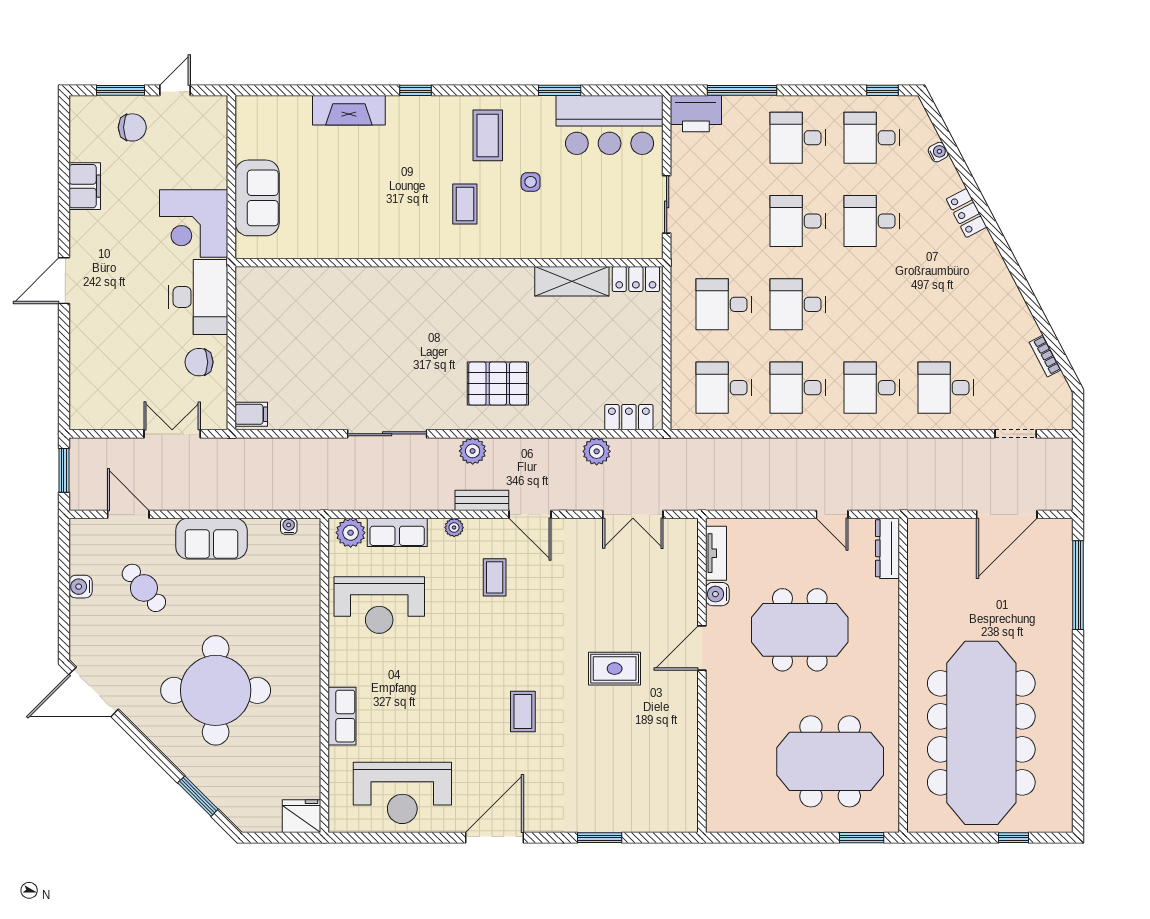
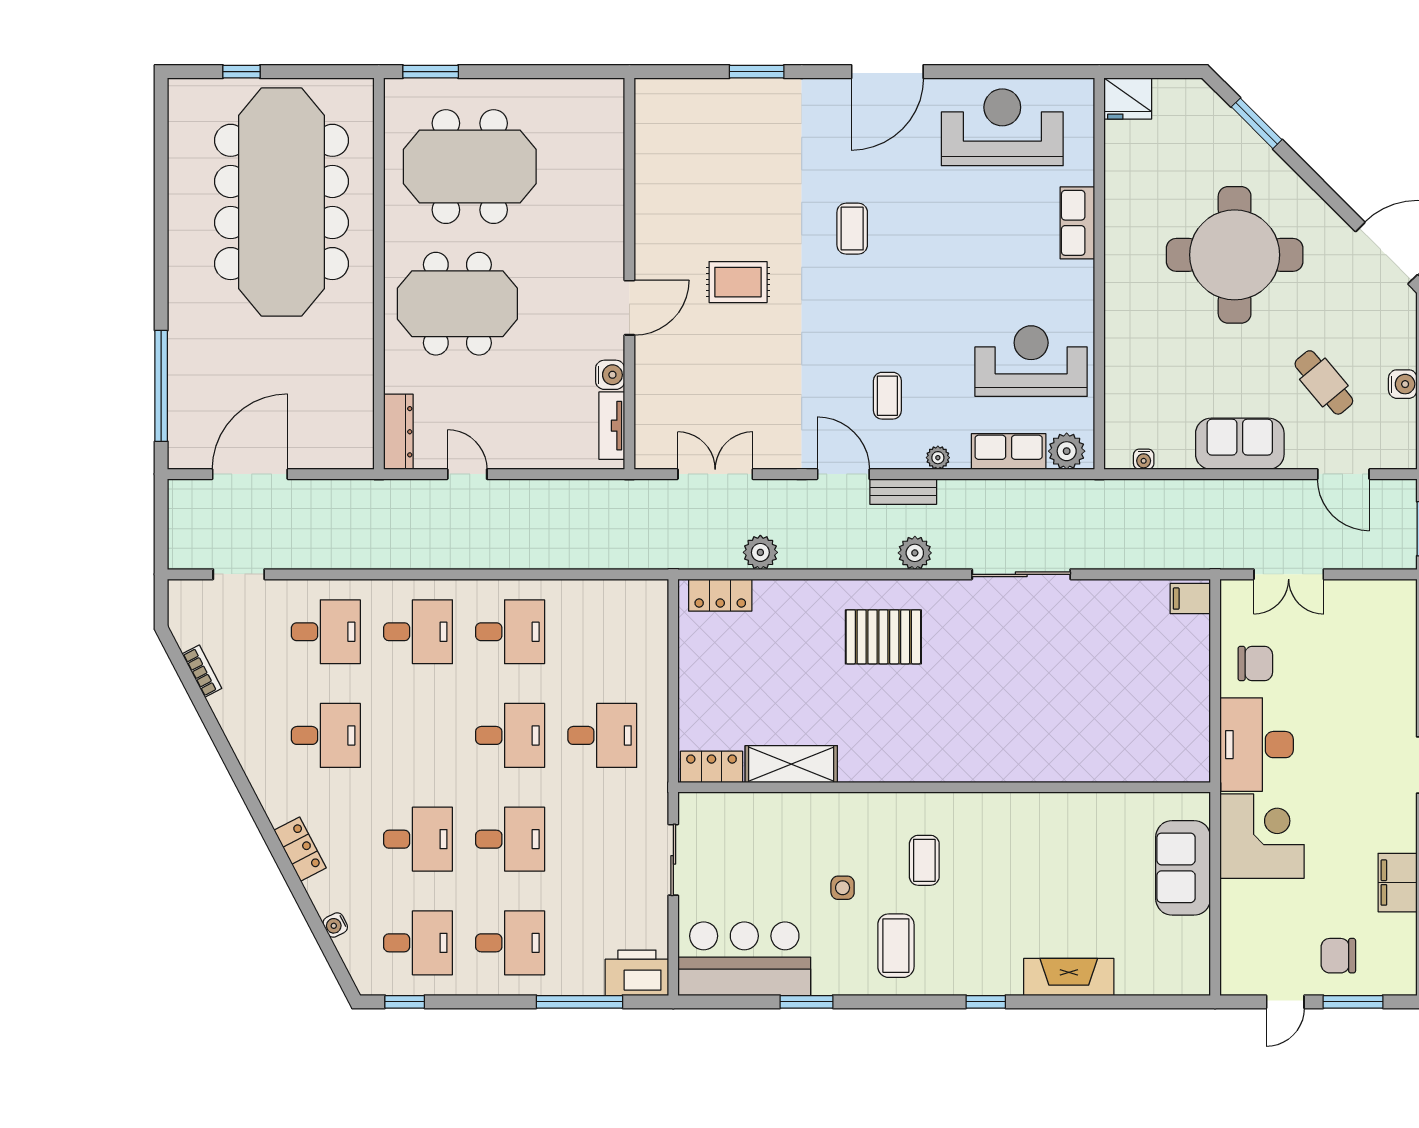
desk: (724, 388) -> (326, 735), moved
meeting table: (800, 630) -> (457, 304), moved

